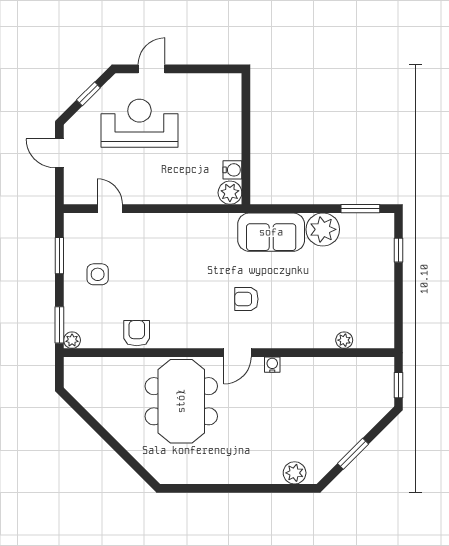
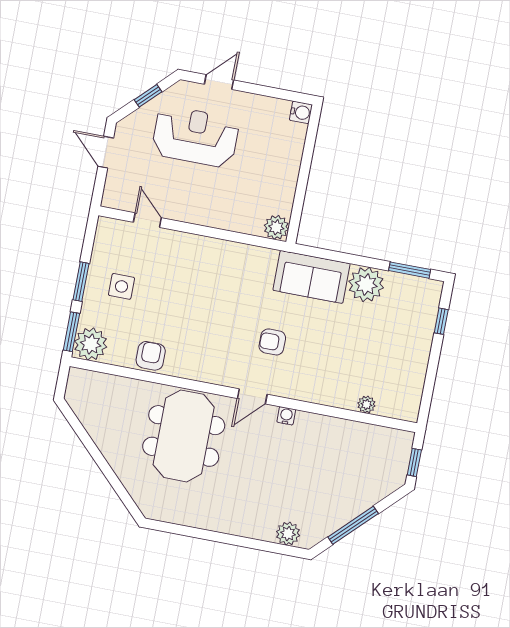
water cooler: (232, 170) -> (301, 112), moved
window: (59, 256) -> (81, 282), moved
plant: (72, 340) -> (91, 344), width x1.87, depth x1.87
window: (353, 454) -> (353, 525), width x1.44

